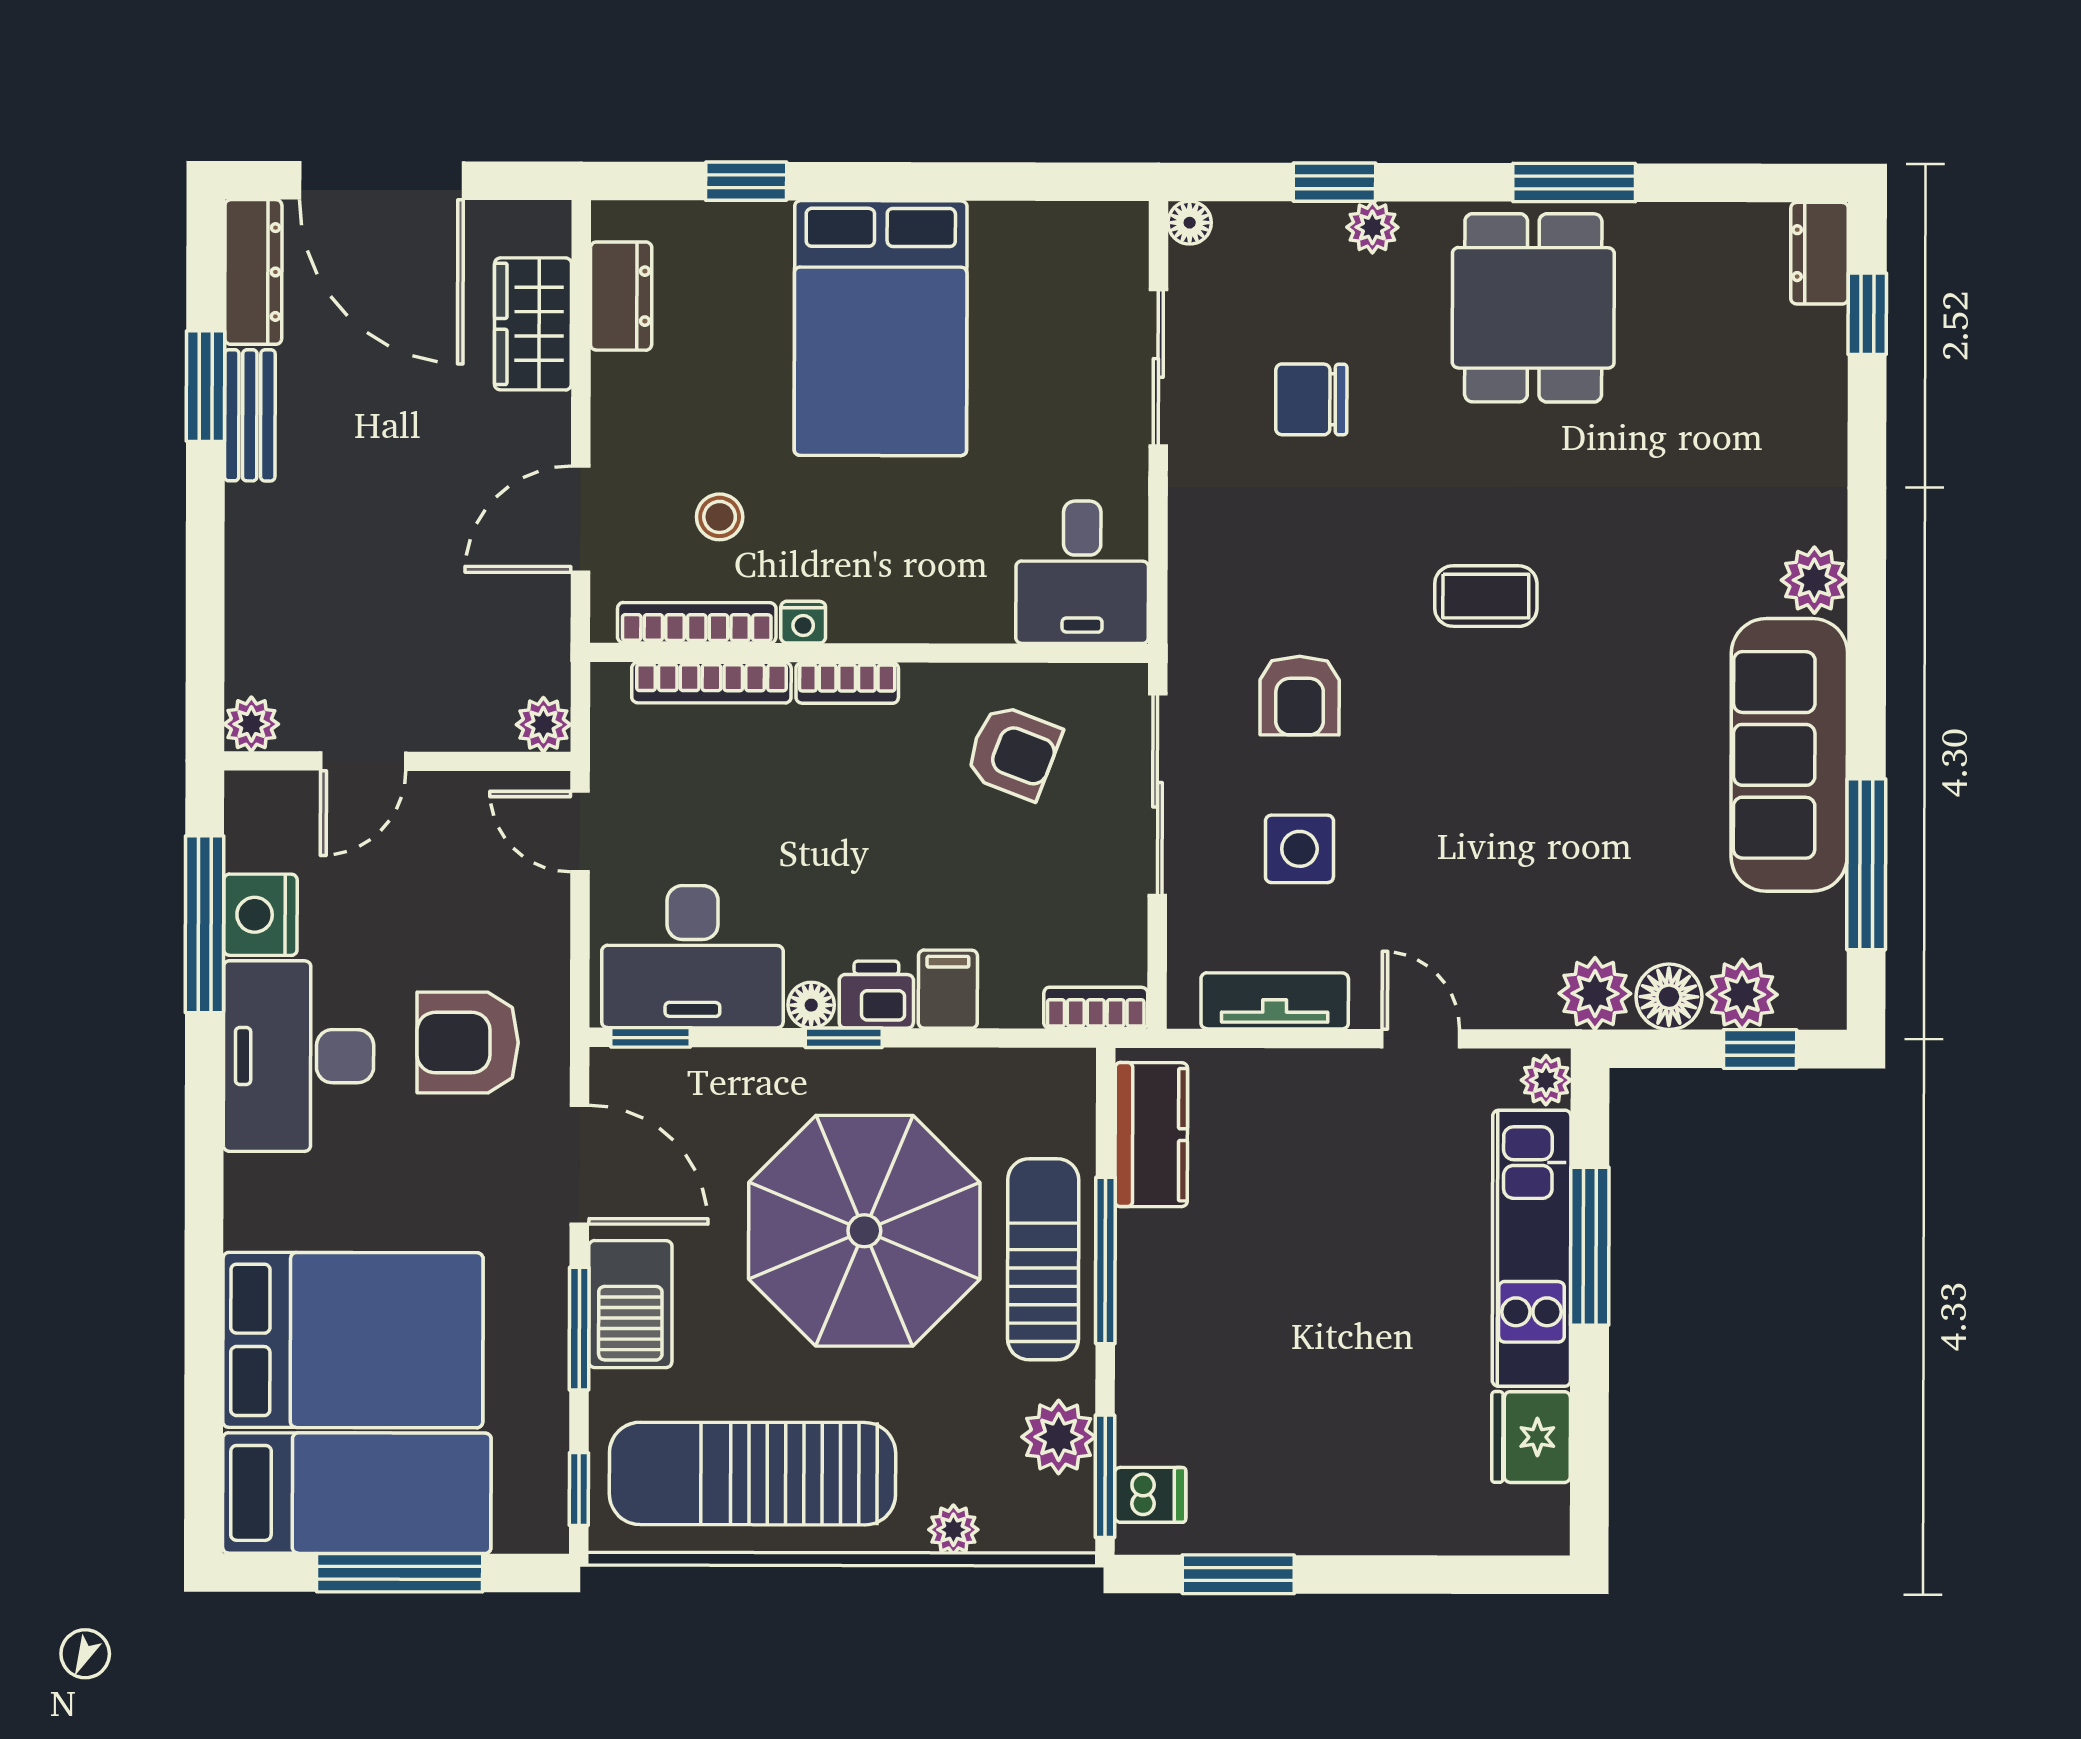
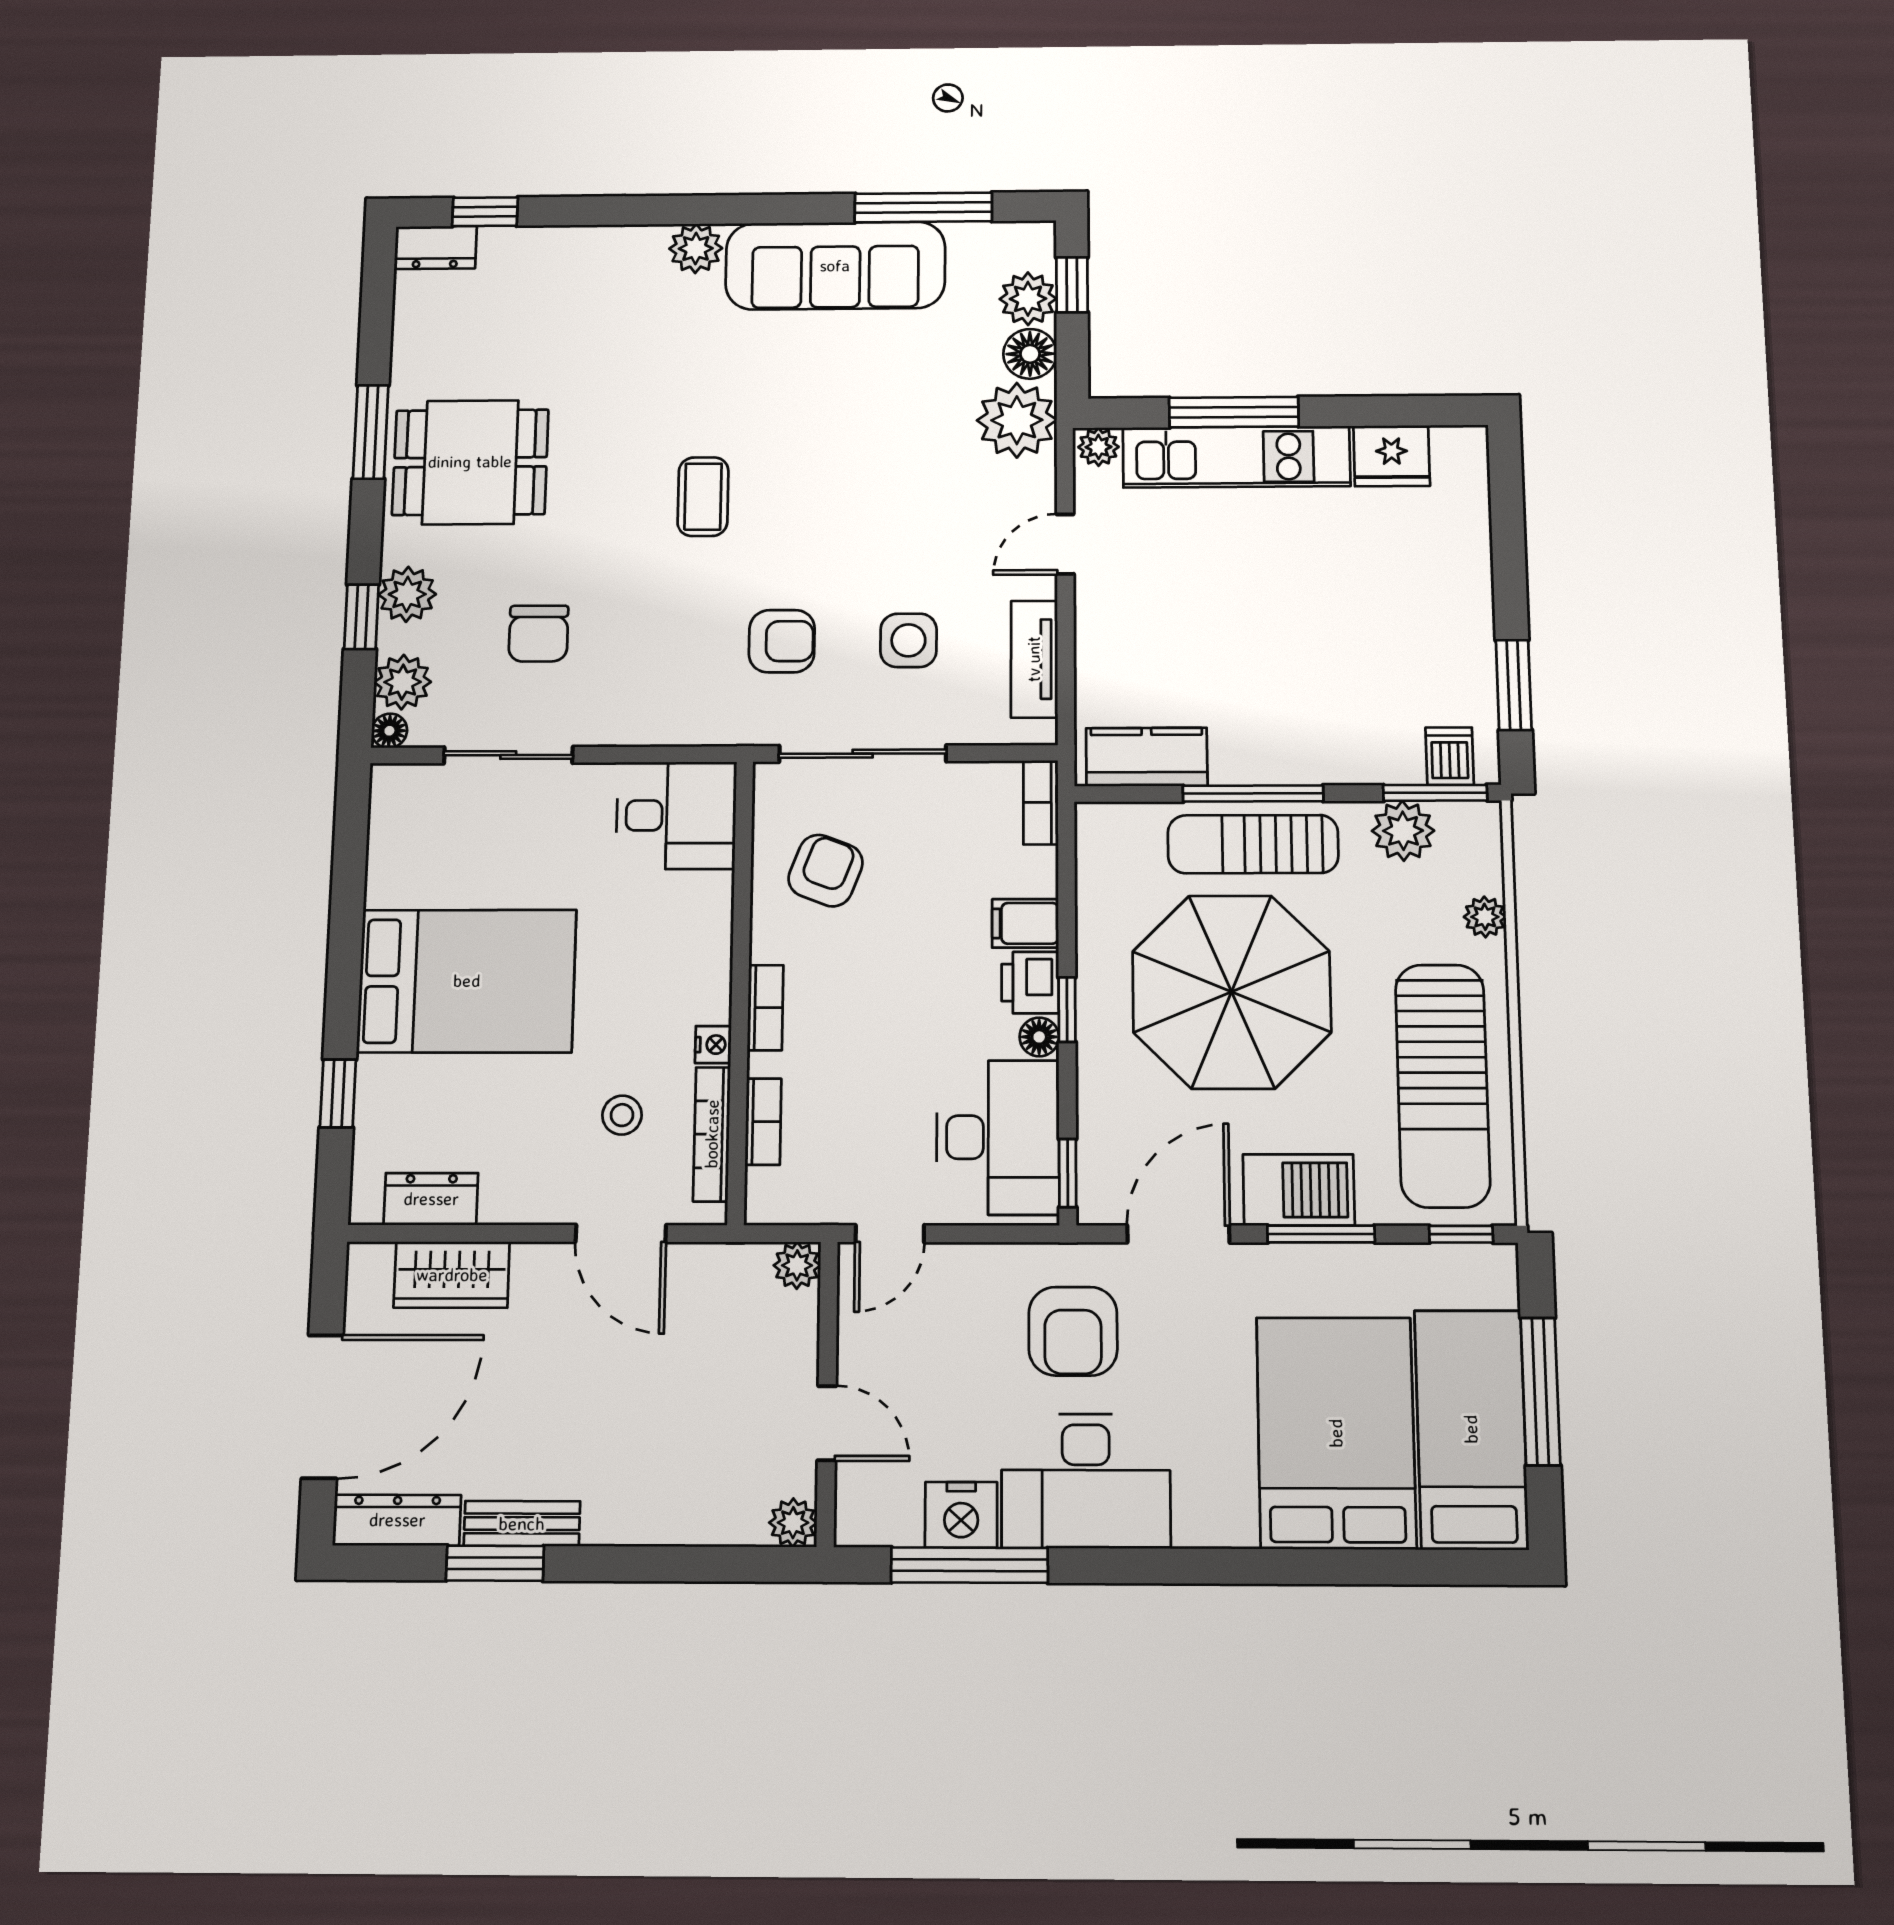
plant: (1372, 227) -> (407, 594), width x1.38, depth x1.38
plant: (1251, 236) -> (403, 682), added
bookcase: (711, 683) -> (763, 1122), width x0.64
plant: (1595, 993) -> (1017, 420), width x1.36, depth x1.36

